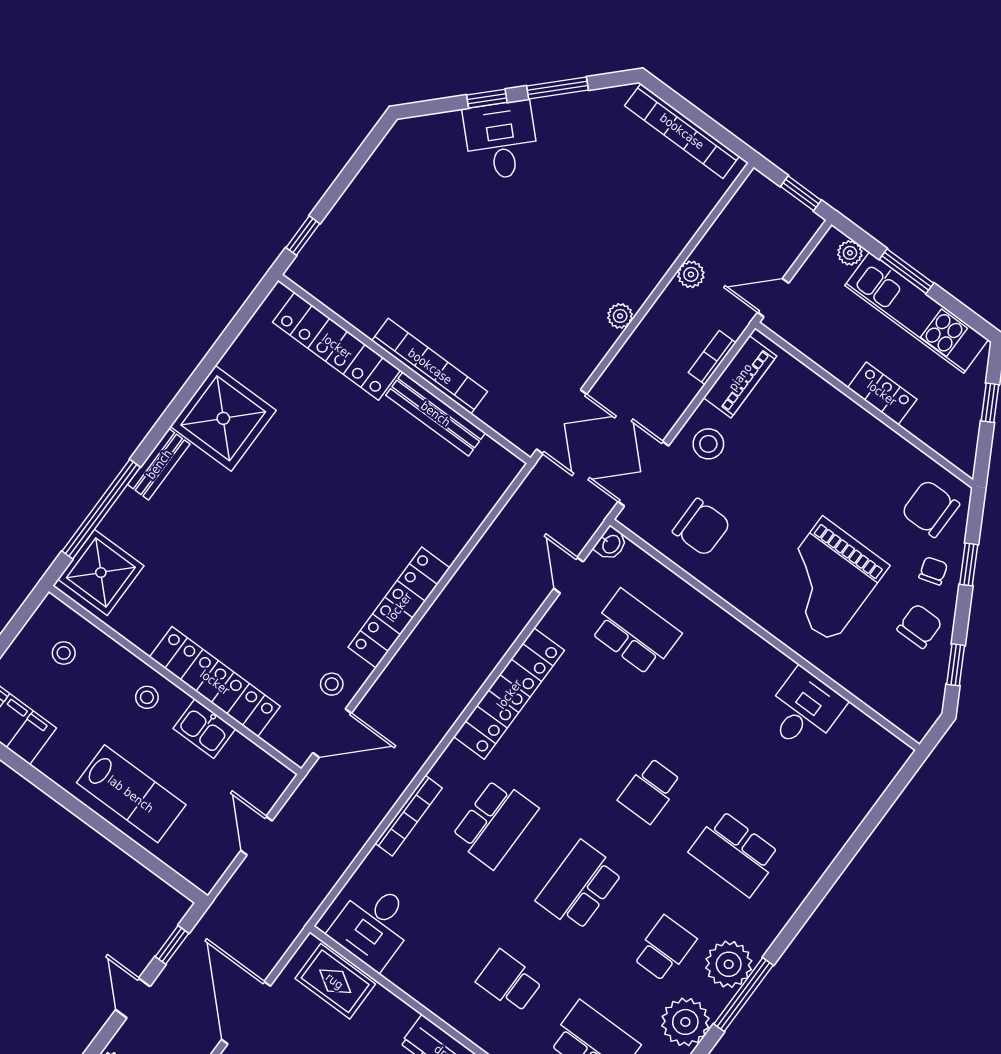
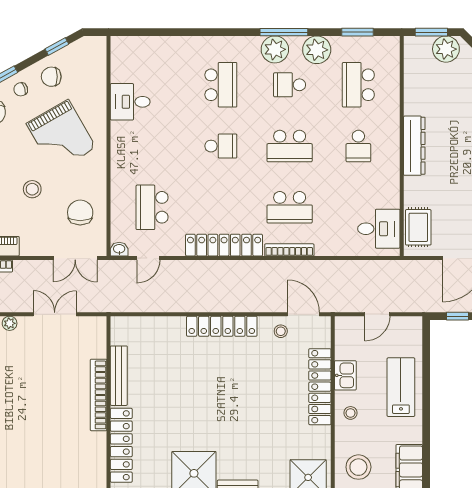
double door: (562, 422) -> (55, 314), moved
stool: (708, 444) -> (32, 189), moved
grand piano: (827, 580) -> (61, 136), turned 60
stool: (64, 653) -> (358, 467), width x1.89, depth x1.89
bookcase: (409, 816) -> (289, 250), moved
school desk: (495, 823) -> (290, 207), turned 180

